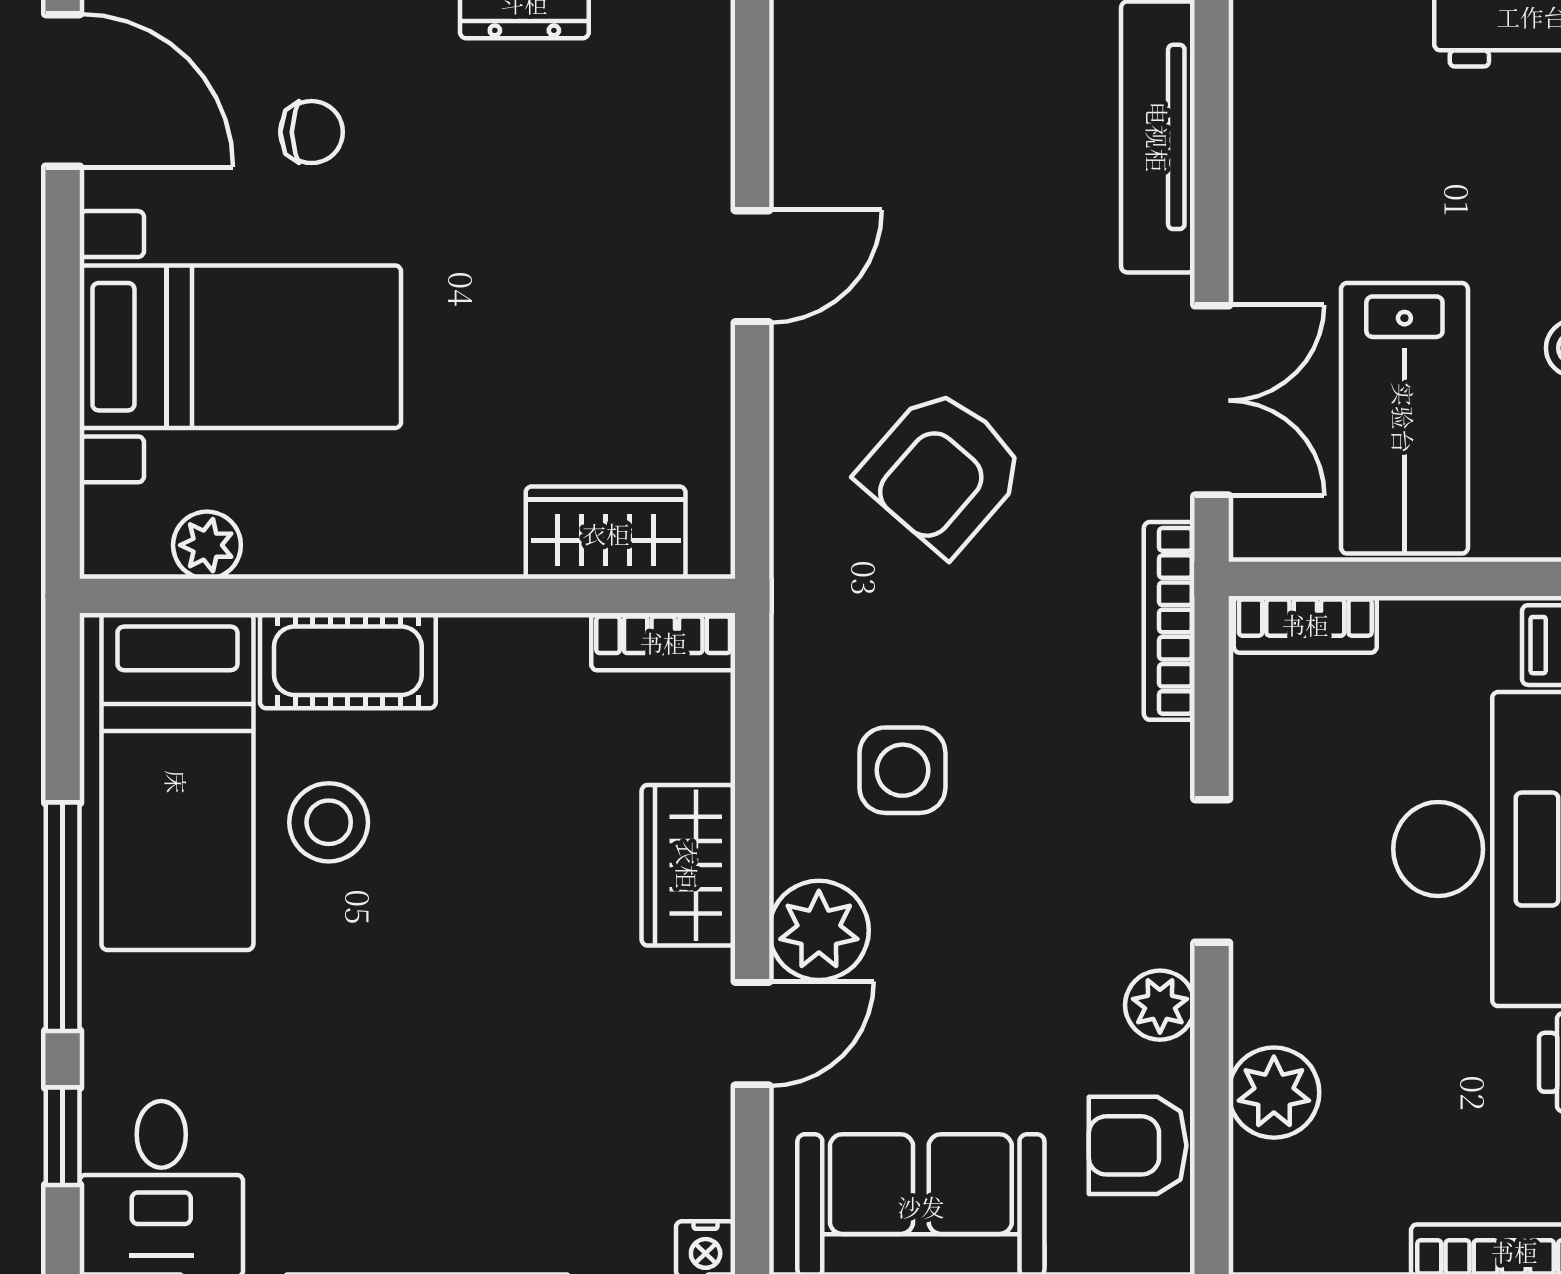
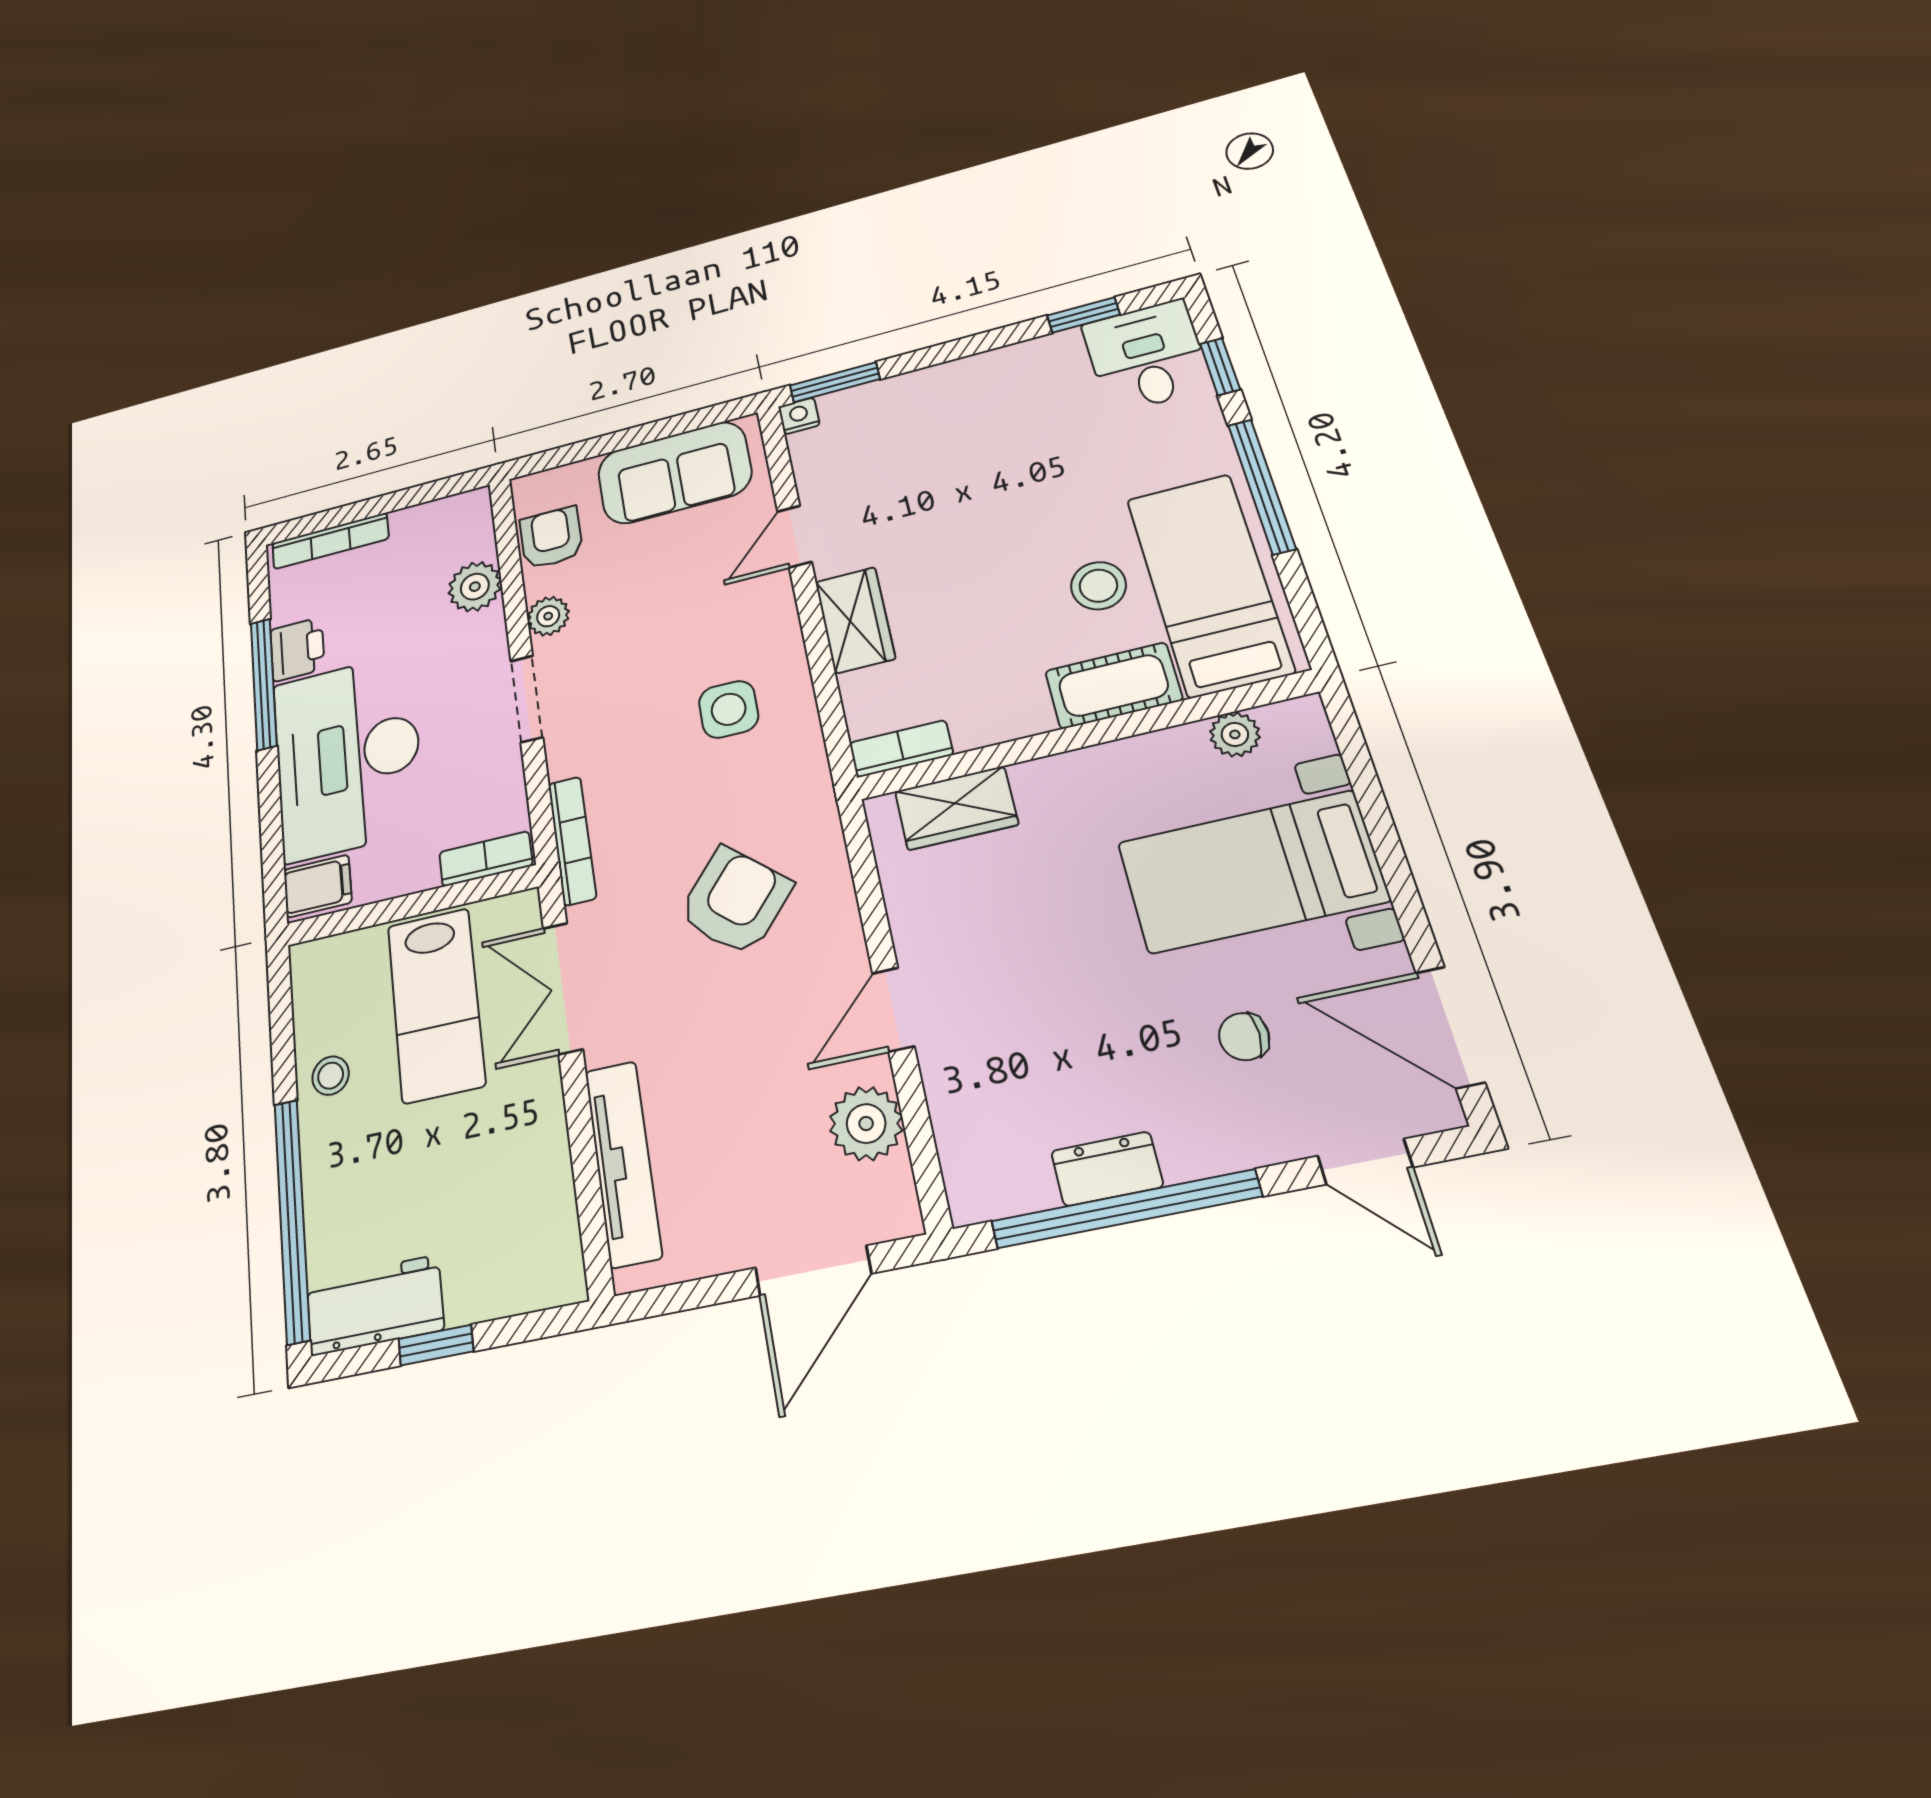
lab bench: (1404, 418) -> (436, 1005), turned 180
plant: (819, 930) -> (866, 1124), moved
armchair: (1138, 1145) -> (551, 538), turned -90

